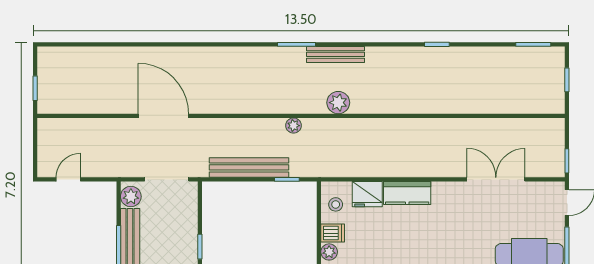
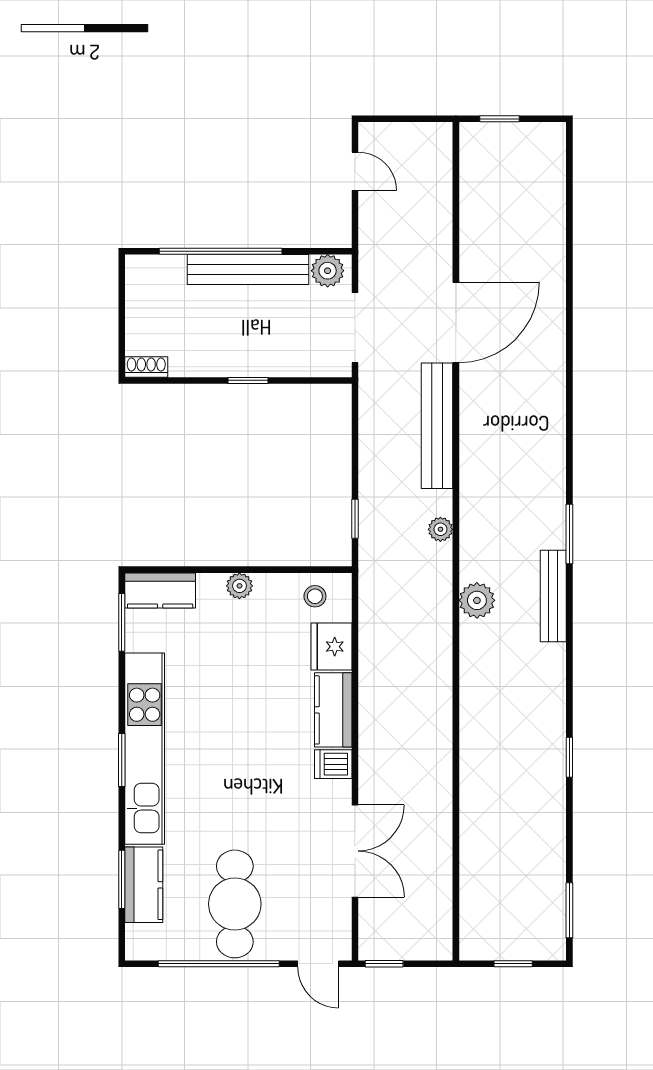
bench: (249, 167) -> (437, 426), moved
dishwasher: (333, 233) -> (333, 764), moved, turned 90

